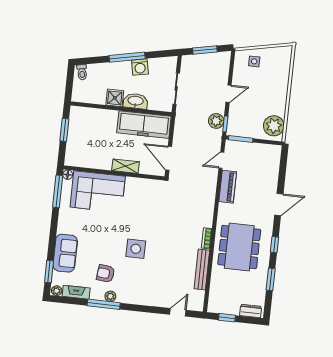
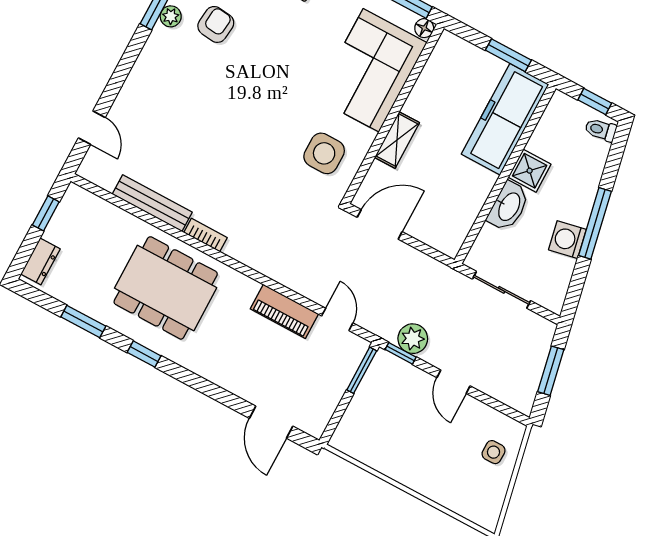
window: (70, 80) -> (595, 101), added
freezer: (144, 125) -> (505, 119), moved
plant: (274, 126) -> (361, 440), removed
door: (279, 204) -> (271, 422), moved
side table: (136, 249) -> (324, 153), moved

